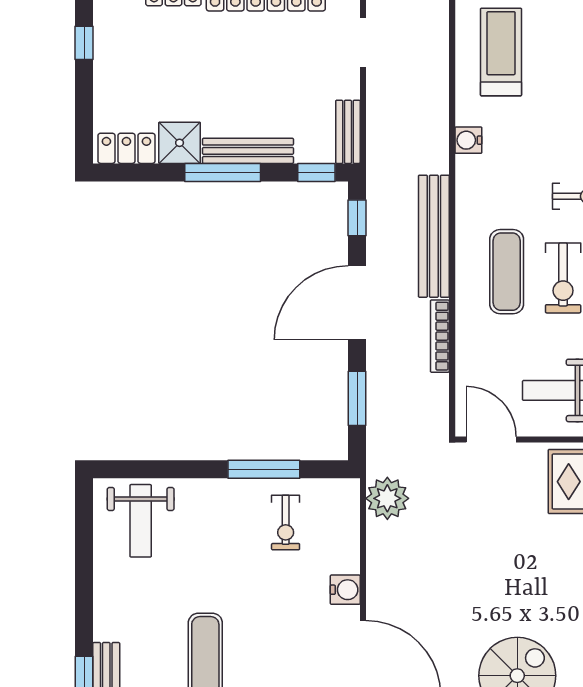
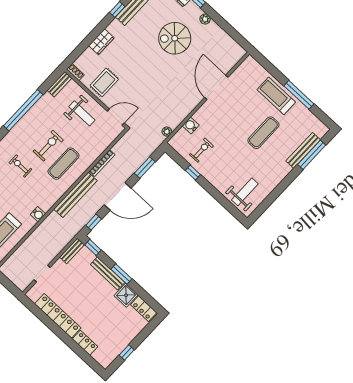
window: (223, 172) -> (121, 274), width x0.69
door: (491, 439) -> (116, 117), swing flipped
window: (264, 469) -> (193, 173), width x0.46
plant: (387, 498) -> (167, 132), width x0.53, depth x0.53
water cooler: (345, 590) -> (191, 125), moved

